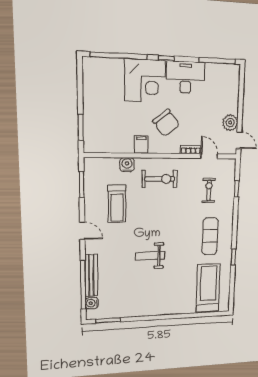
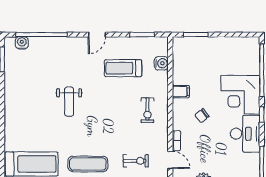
chair: (166, 123) -> (202, 116), width x0.54, depth x0.54
door: (209, 156) -> (170, 160), hinge flipped
water cooler: (127, 165) -> (161, 63), moved
exercise bike: (160, 179) -> (147, 110), width x0.73, depth x0.72
weight bench: (150, 256) -> (69, 102), turned 180
bench: (91, 275) -> (51, 43), removed

